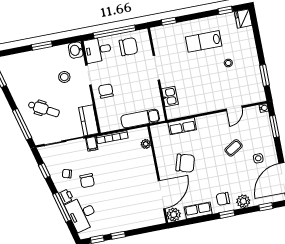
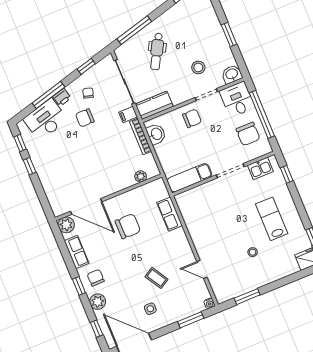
kitchen sink: (170, 97) -> (260, 168), moved
exam couch: (140, 119) -> (190, 178), moved, turned -90
washbasin: (113, 124) -> (156, 134), added
chair: (185, 163) -> (128, 226), turned -106

